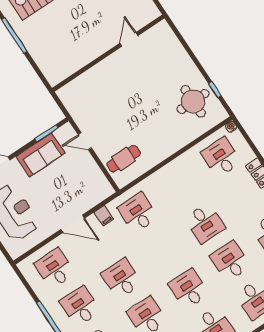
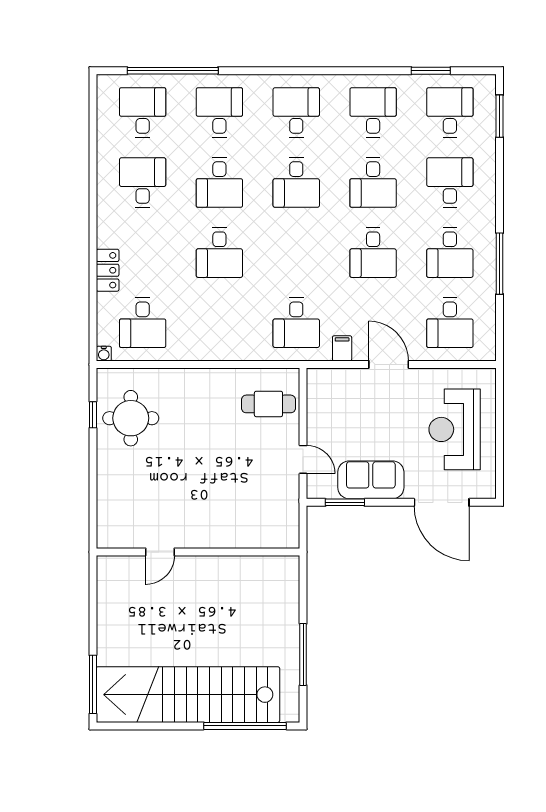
desk: (205, 223) -> (219, 253), turned 180

